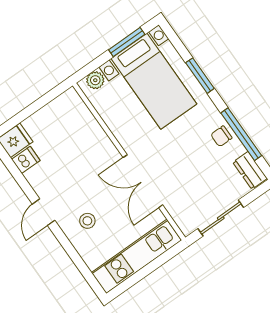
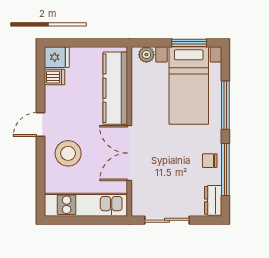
window: (200, 76) -> (225, 105), width x1.44
kitchen counter: (88, 131) -> (115, 88), added
stool: (87, 221) -> (68, 153), width x1.89, depth x1.89

